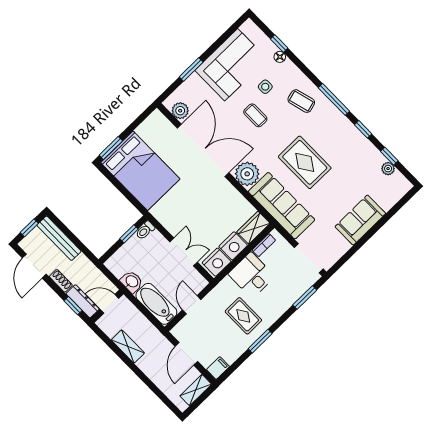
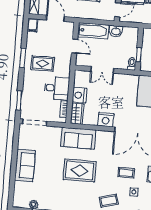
plant: (247, 174) -> (104, 139), removed
sofa: (282, 206) -> (78, 138), width x0.73
nightstand: (217, 262) -> (106, 120), moved, turned -90

